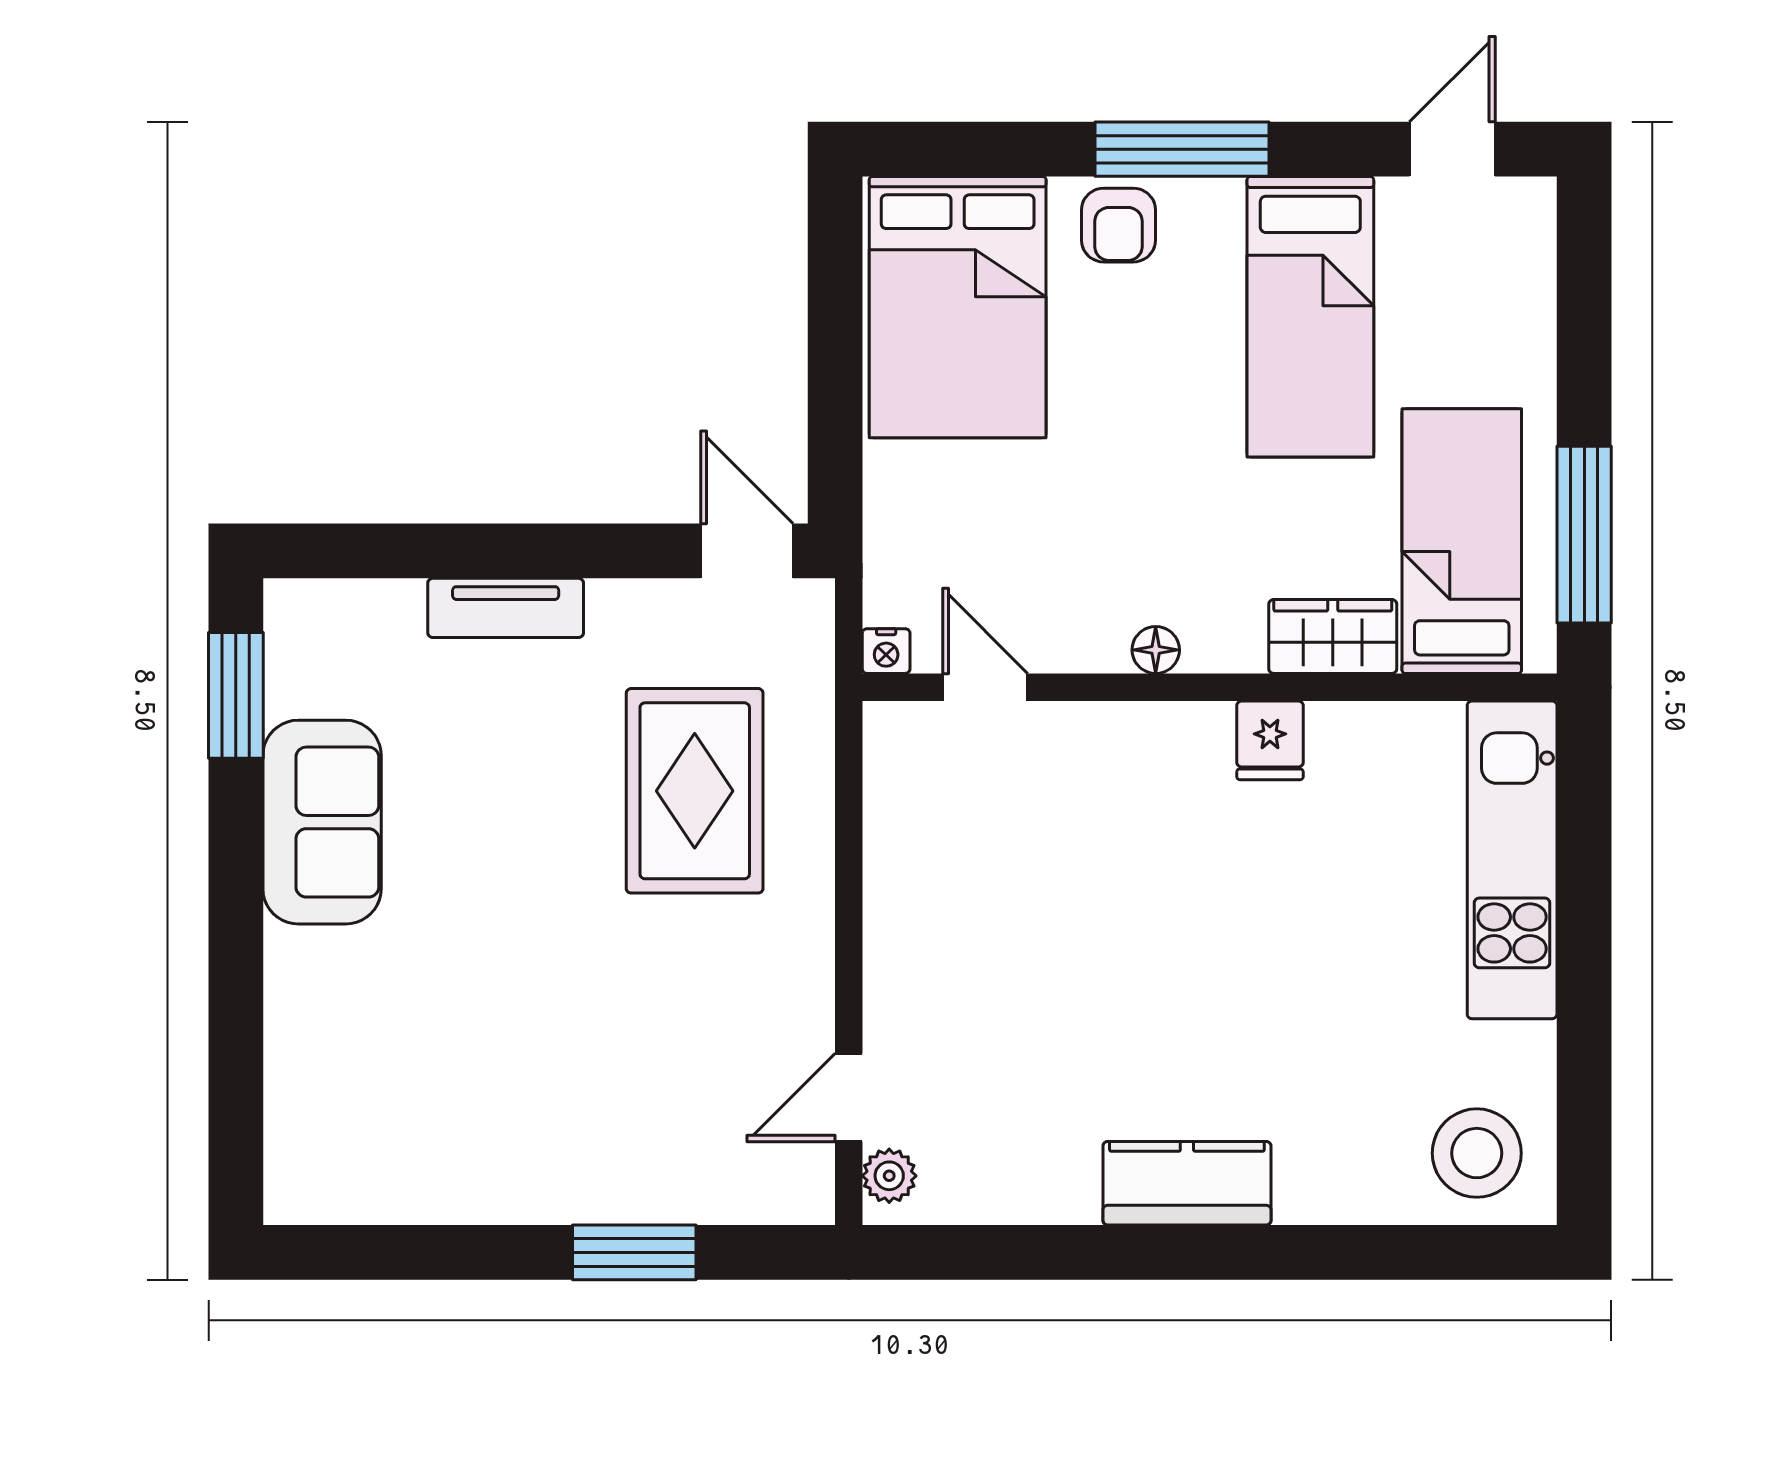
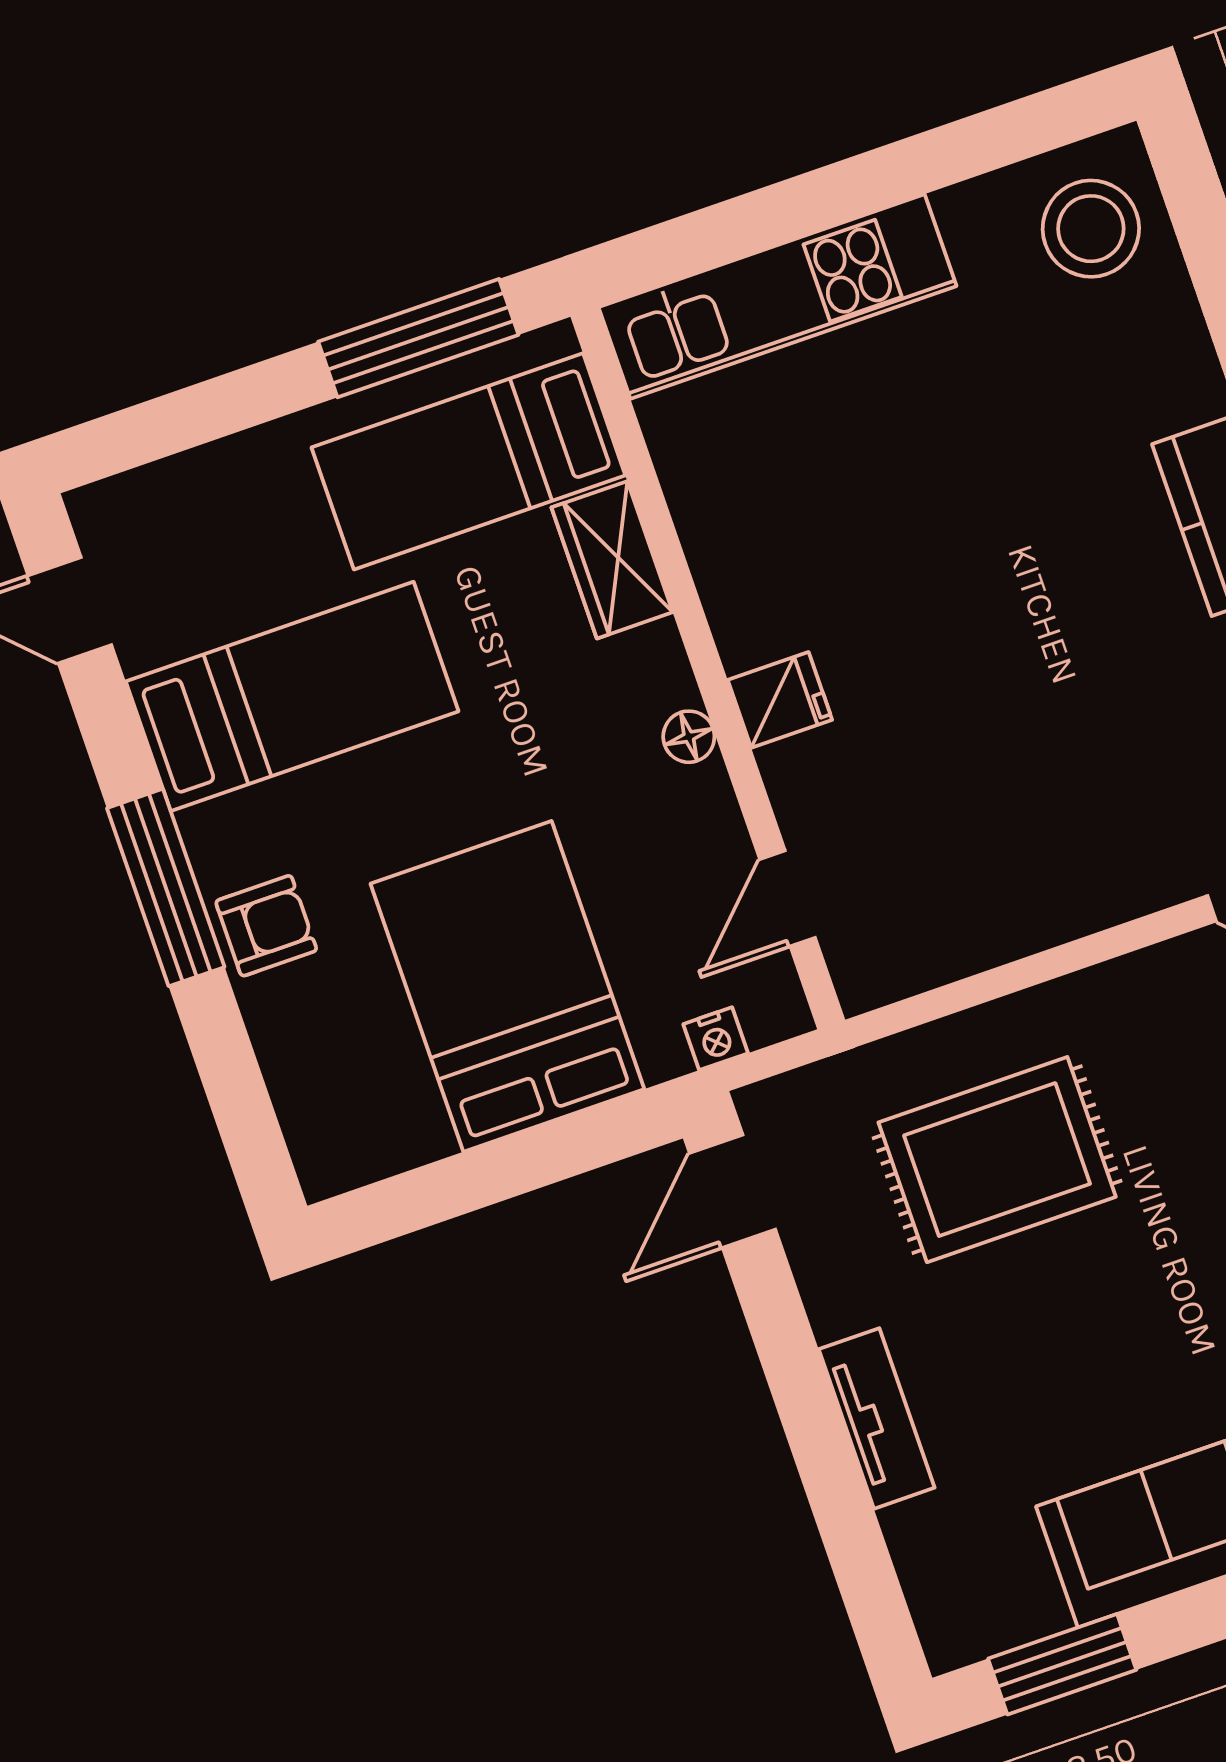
bed: (958, 307) -> (507, 986), moved, turned -90
nightstand: (886, 651) -> (716, 1039), moved, turned 90
fridge: (1270, 740) -> (780, 700), moved

